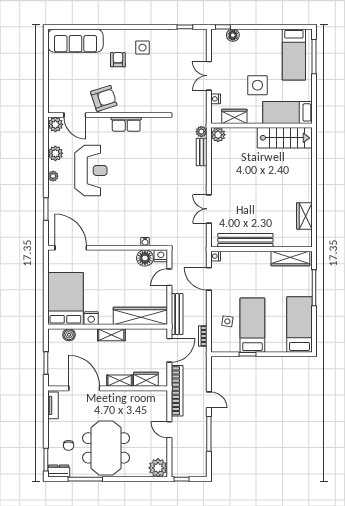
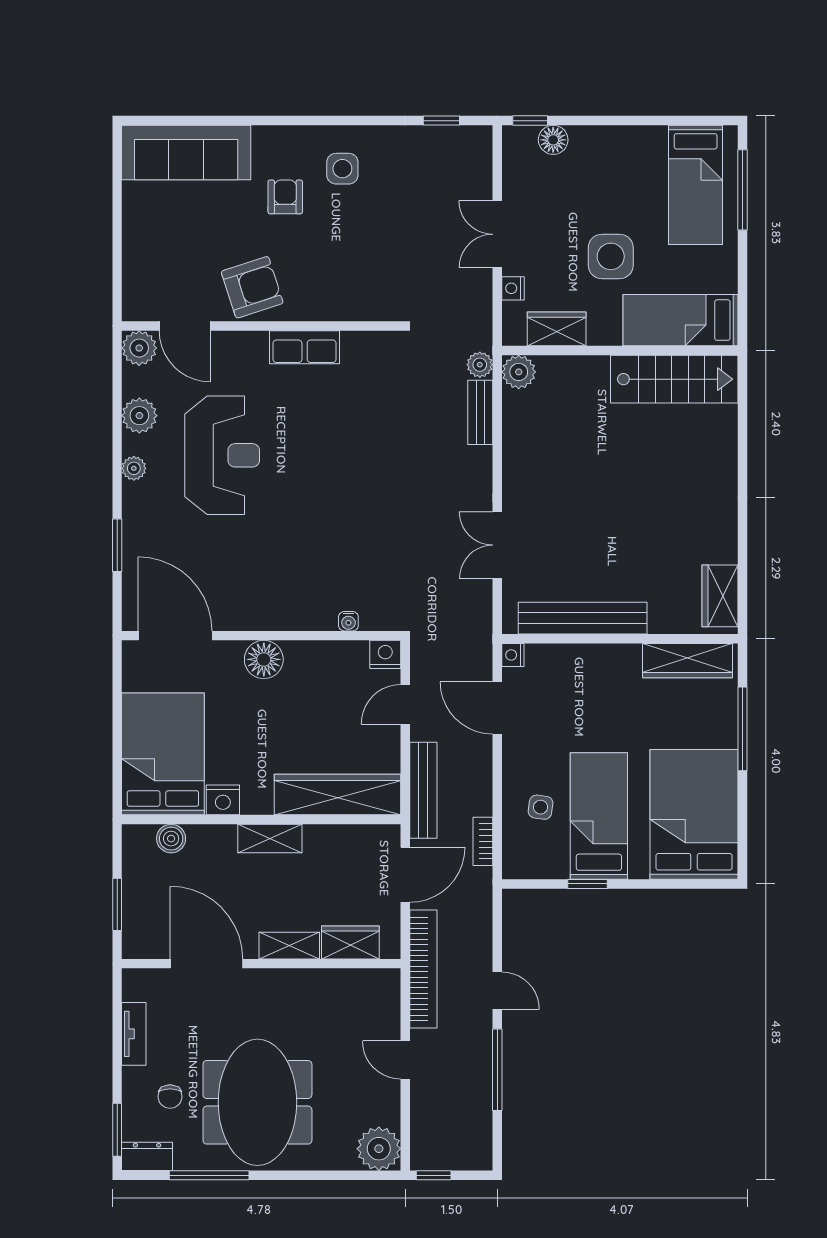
wardrobe: (304, 216) -> (720, 596), moved
floor lamp: (145, 258) -> (264, 659), moved
bed: (299, 324) -> (694, 814), width x1.50
tv unit: (53, 405) -> (134, 1034), moved

